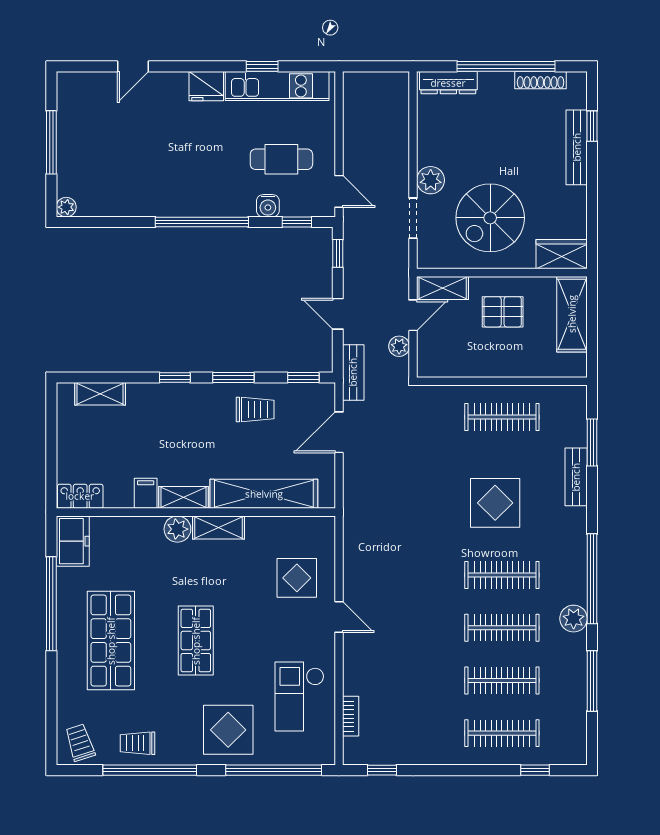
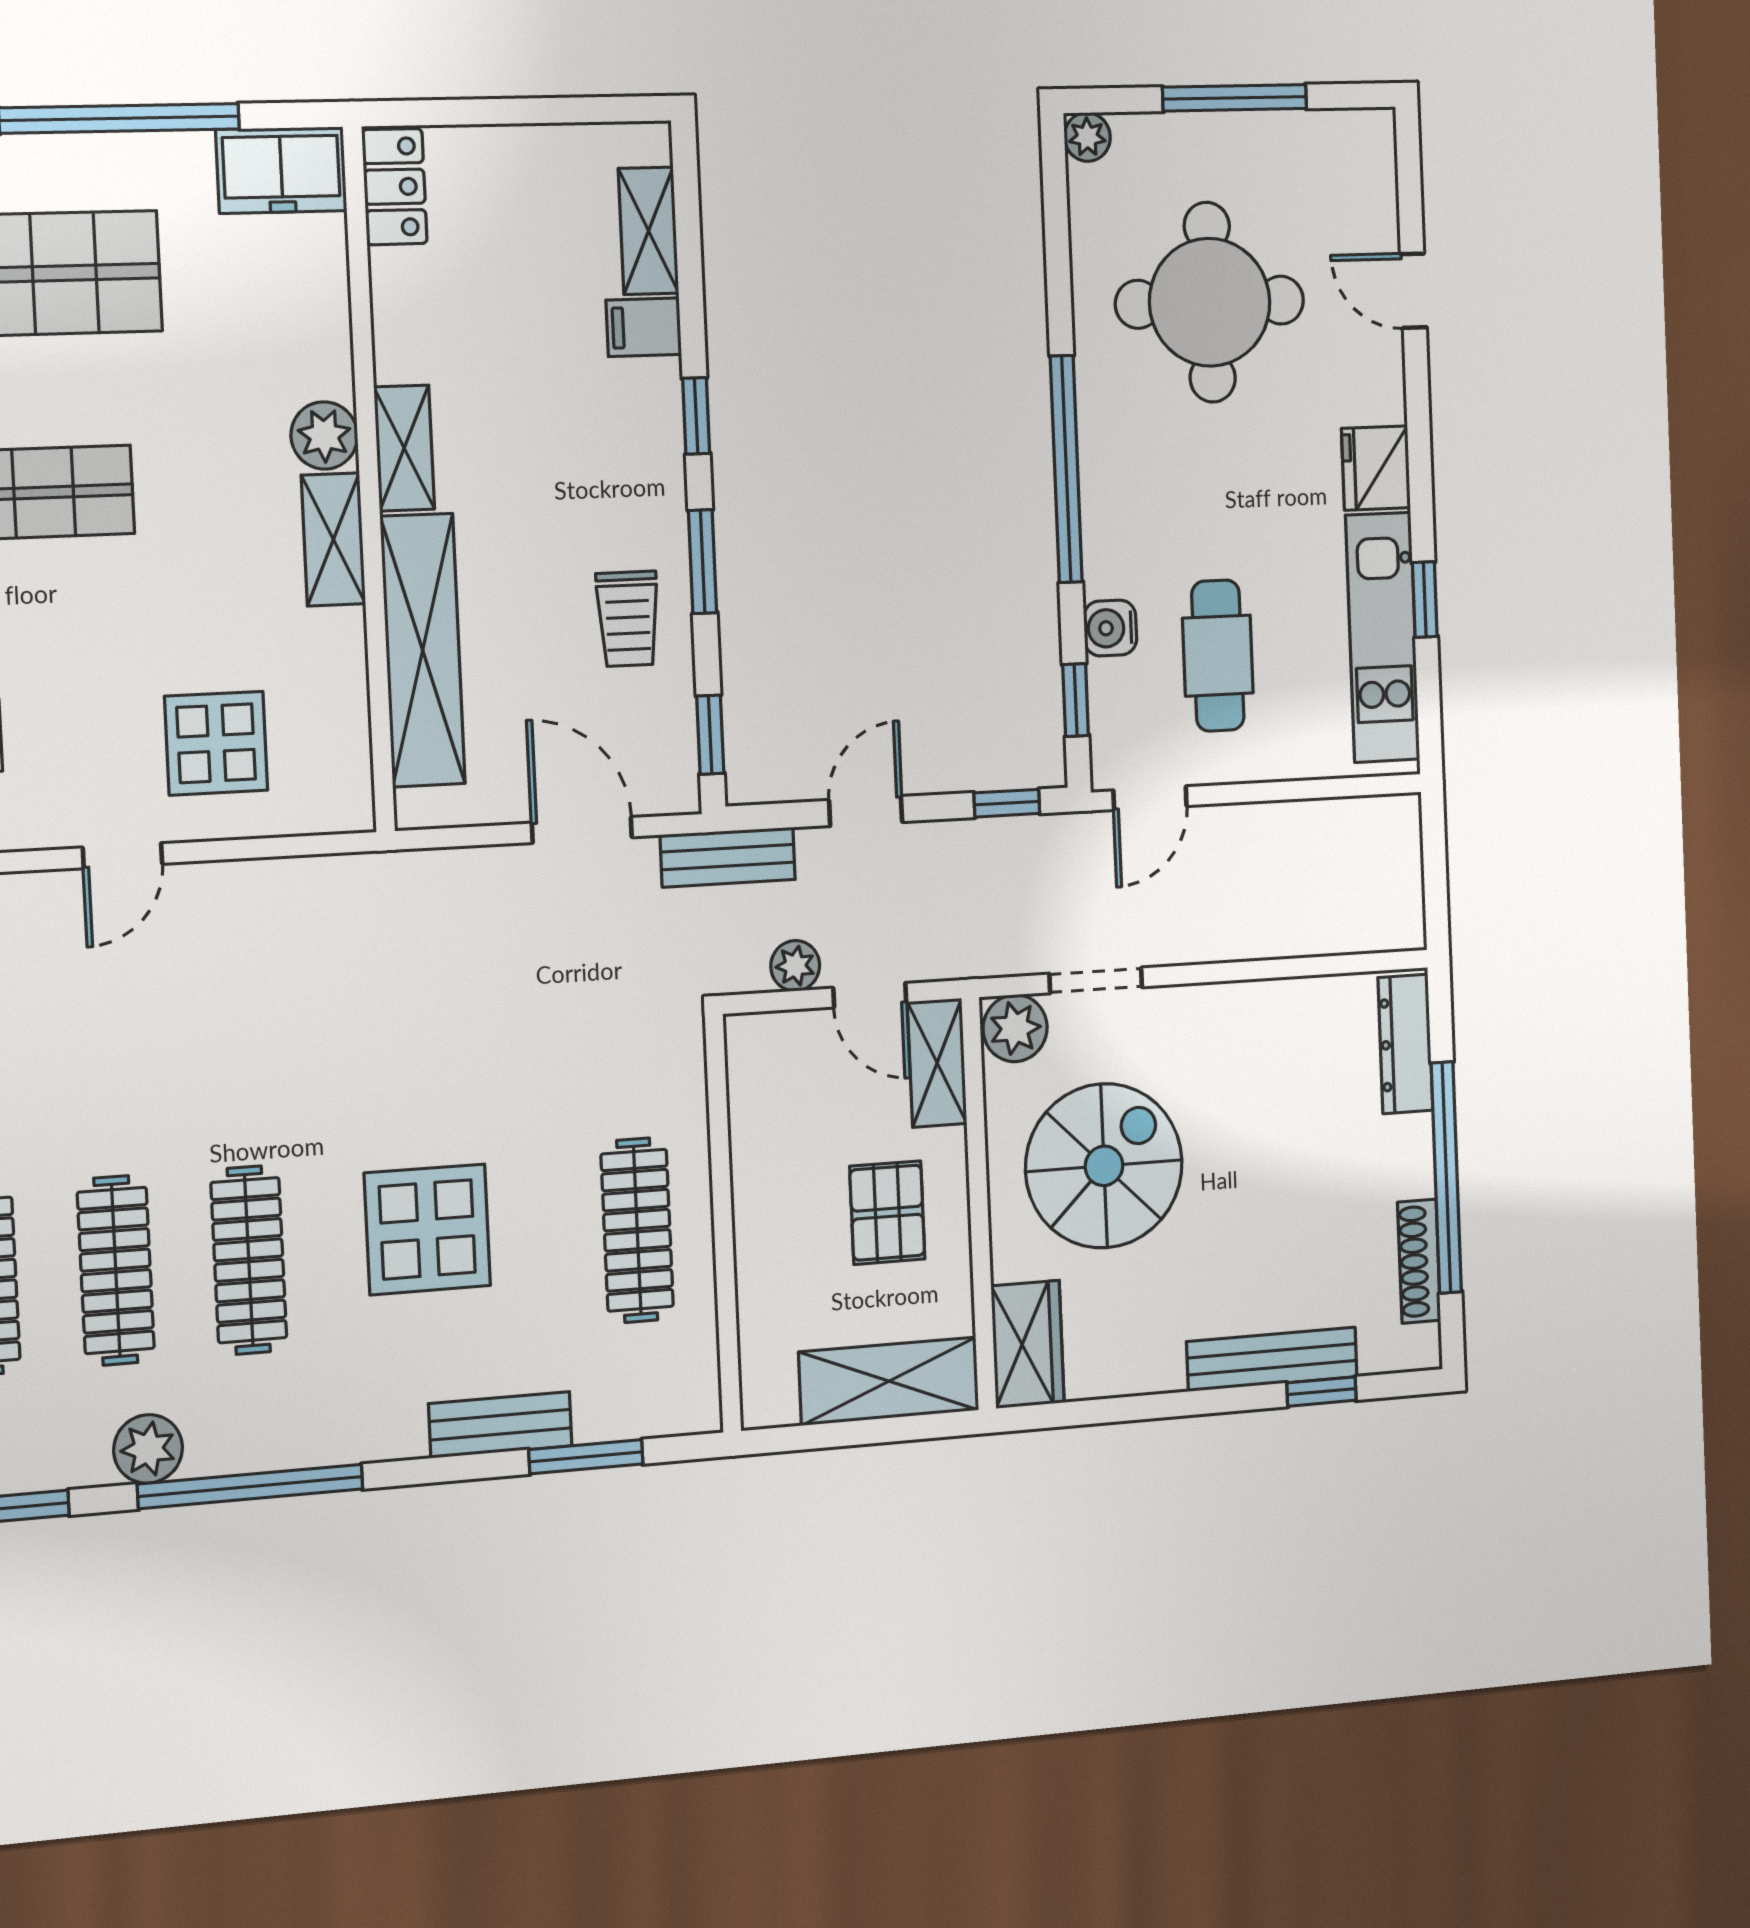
round table: (135, 157) -> (1210, 302), added
plant: (431, 180) -> (1015, 1028), moved
spiral stairs: (490, 218) -> (1104, 1166), turned 90
filing cabinet: (146, 493) -> (644, 327), moved, turned 180

